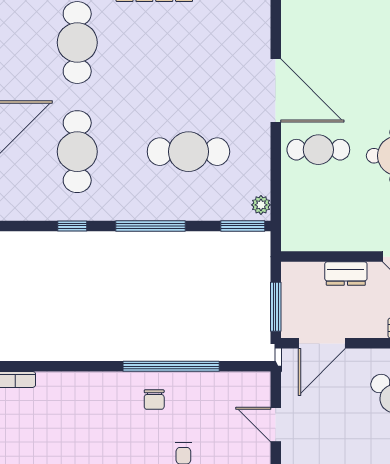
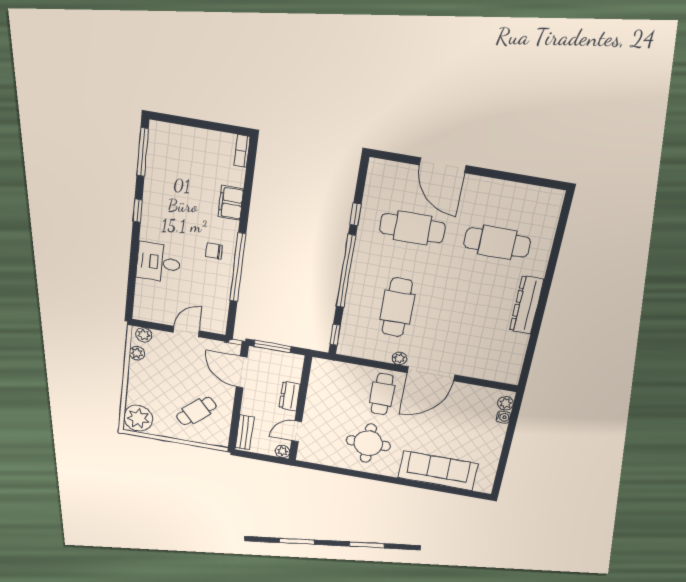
plant: (261, 205) -> (399, 358), moved
window: (150, 226) -> (346, 271), width x1.46
window: (243, 226) -> (335, 335), width x0.67
filing cabinet: (85, 386) -> (231, 203), added

